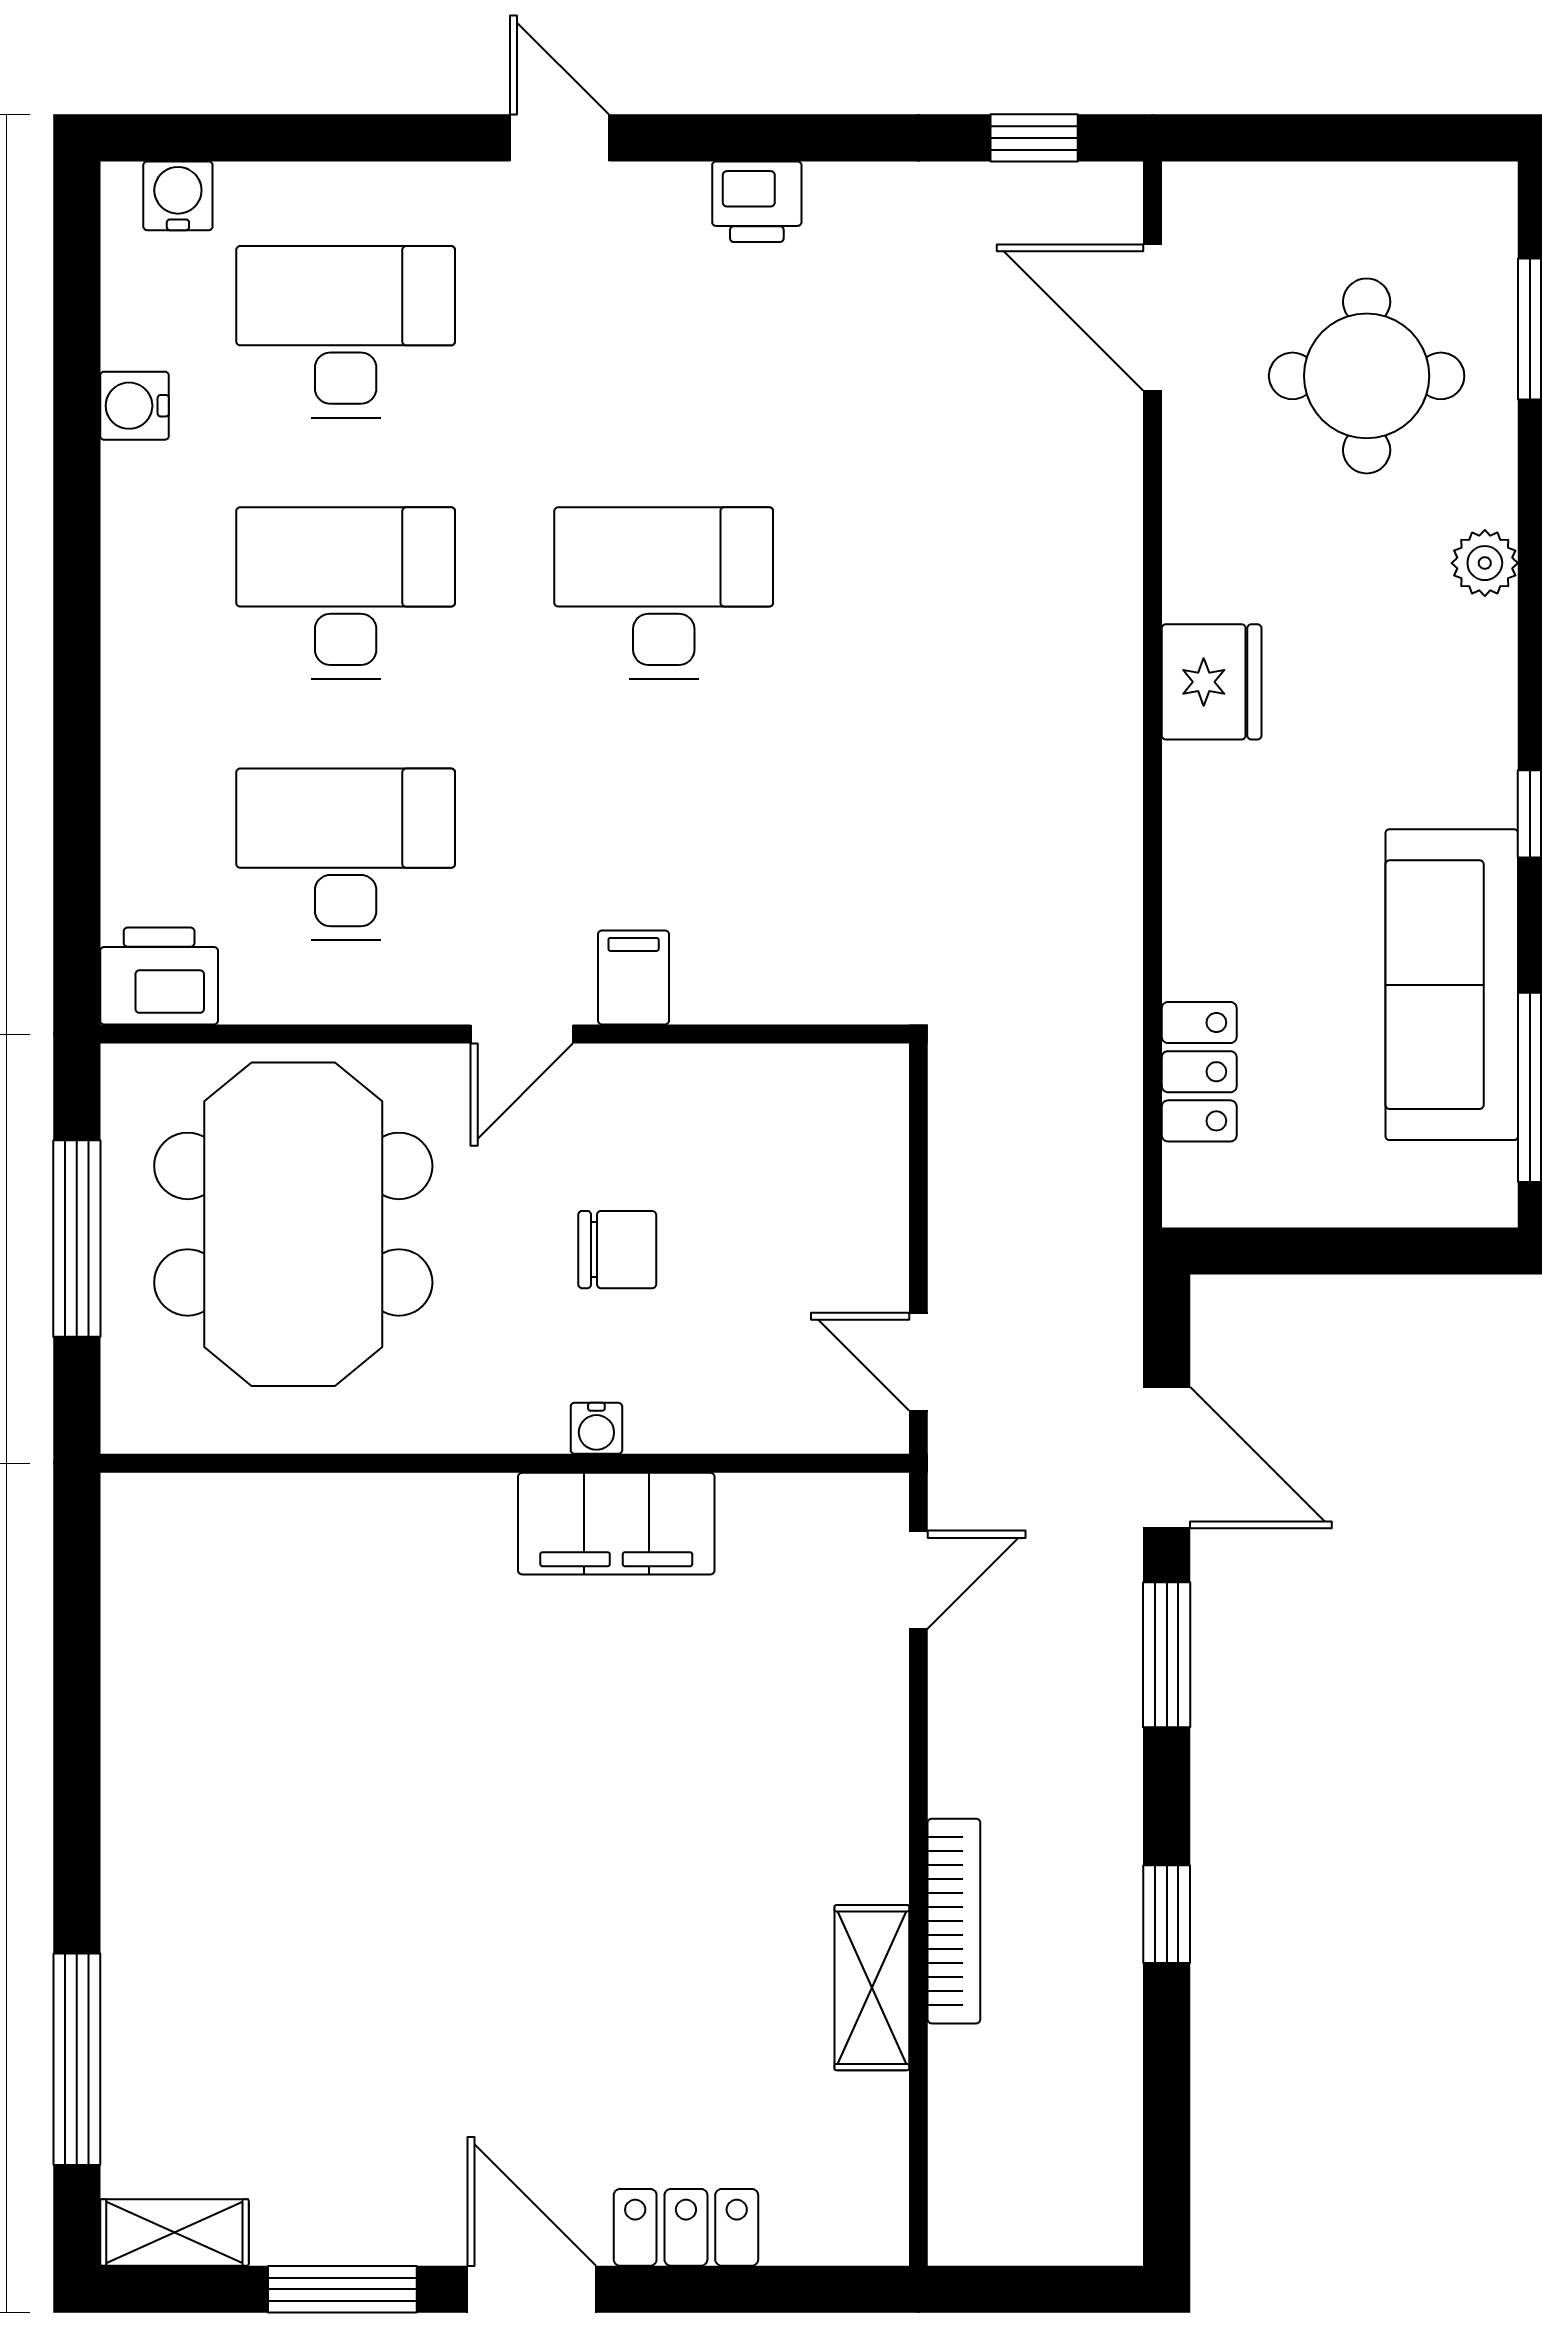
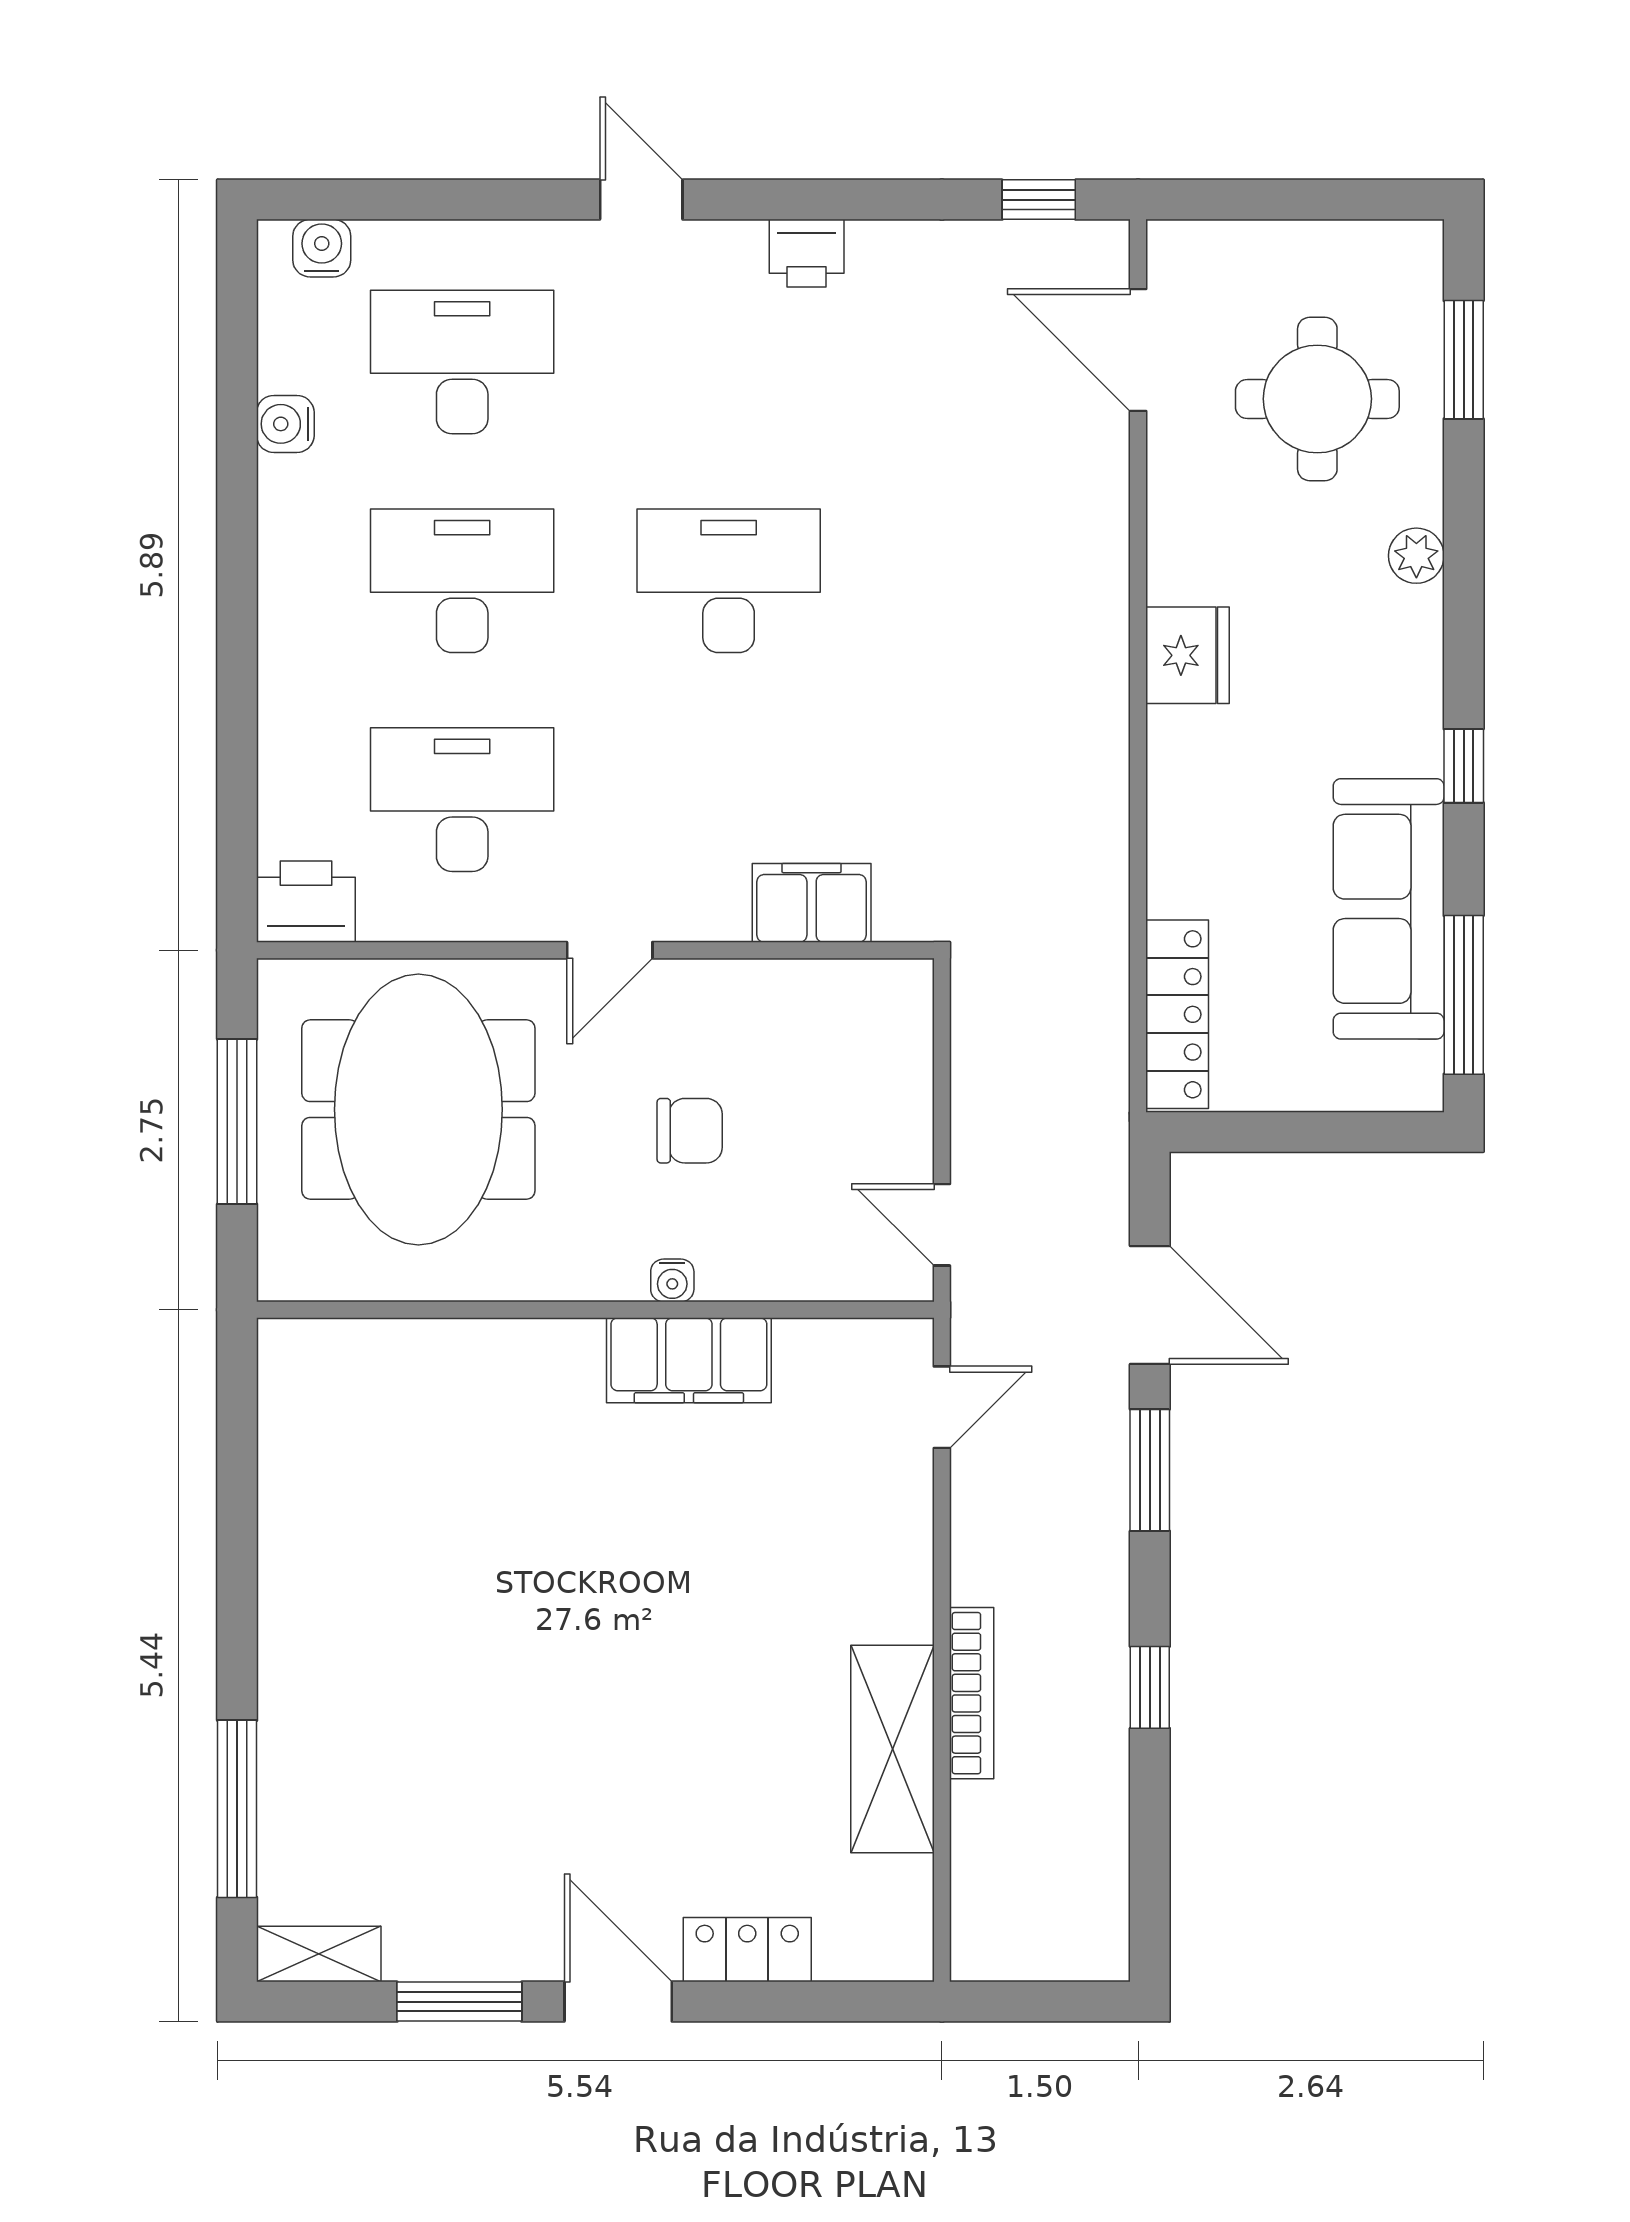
filing cabinet: (634, 977) -> (812, 903), moved, width x2.00
locker: (1199, 1072) -> (1177, 1014), width x1.53
shelving: (872, 1988) -> (892, 1749), width x1.50, depth x1.33

